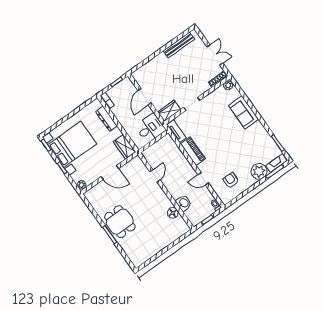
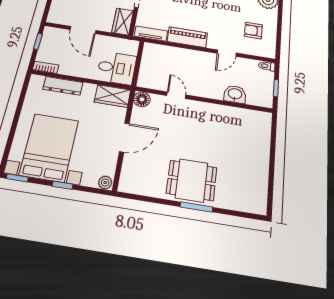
desk: (150, 128) -> (117, 68), moved, turned 90
floor lamp: (173, 213) -> (142, 99), moved

